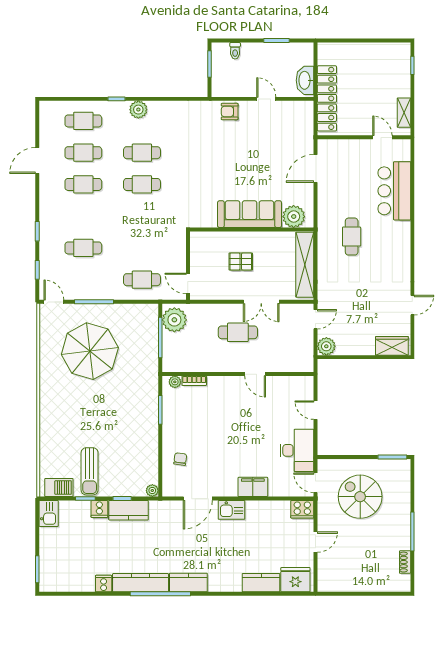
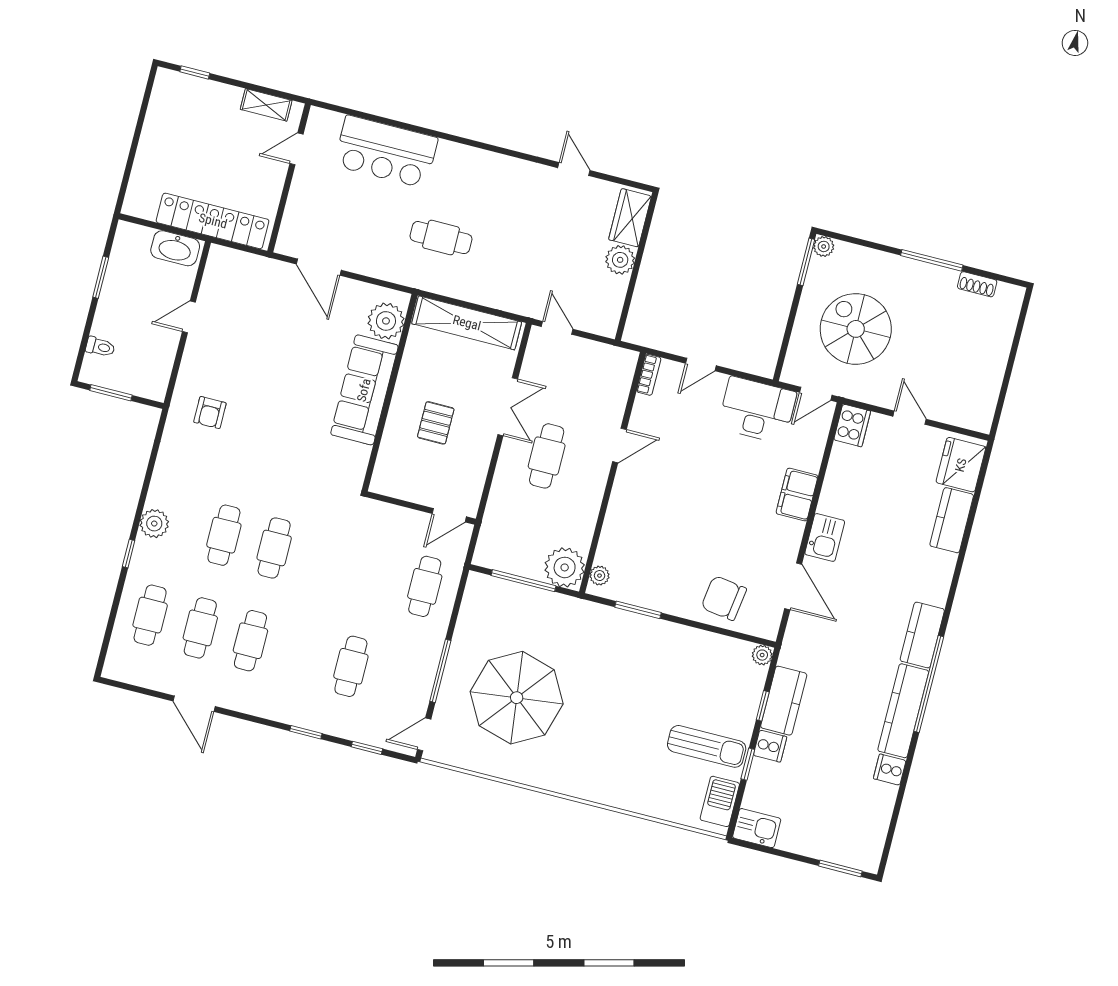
armchair: (230, 112) -> (210, 413), moved
plant: (174, 320) -> (565, 567), moved
plant: (326, 346) -> (620, 260), moved
bookcase: (194, 381) -> (649, 375), moved
chair: (180, 459) -> (724, 598), width x1.87, depth x1.87
plant: (404, 465) -> (824, 246), added
spiral stairs: (360, 497) -> (856, 329), turned 90

